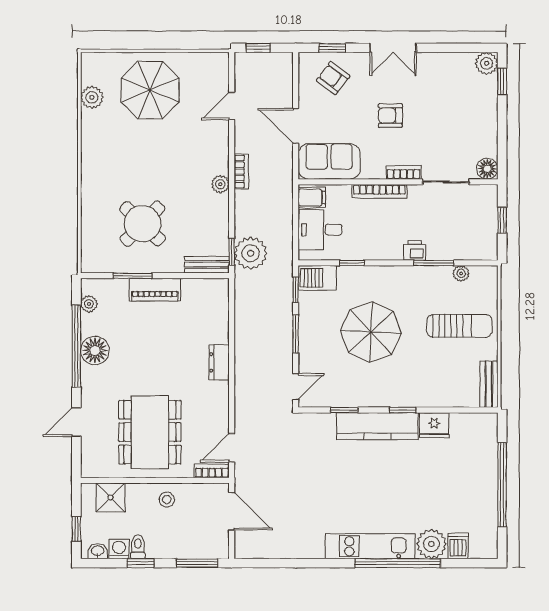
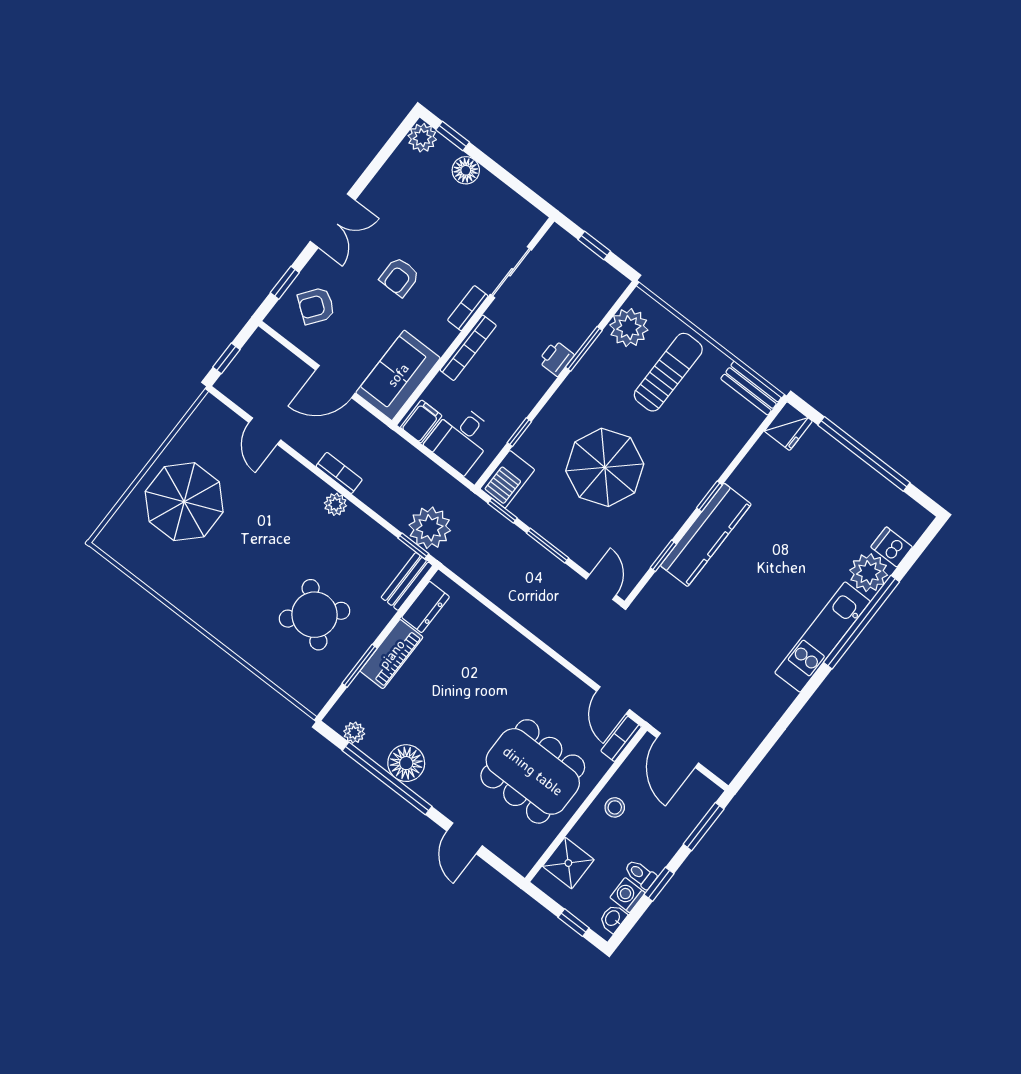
plant: (92, 97) -> (146, 567), removed
floor lamp: (487, 169) -> (466, 170), moved
plant: (461, 273) -> (629, 328), width x1.88, depth x1.88
dresser: (219, 362) -> (426, 607), moved, turned -90
fridge: (434, 425) -> (788, 426), moved
door: (232, 511) -> (678, 750), swing flipped

